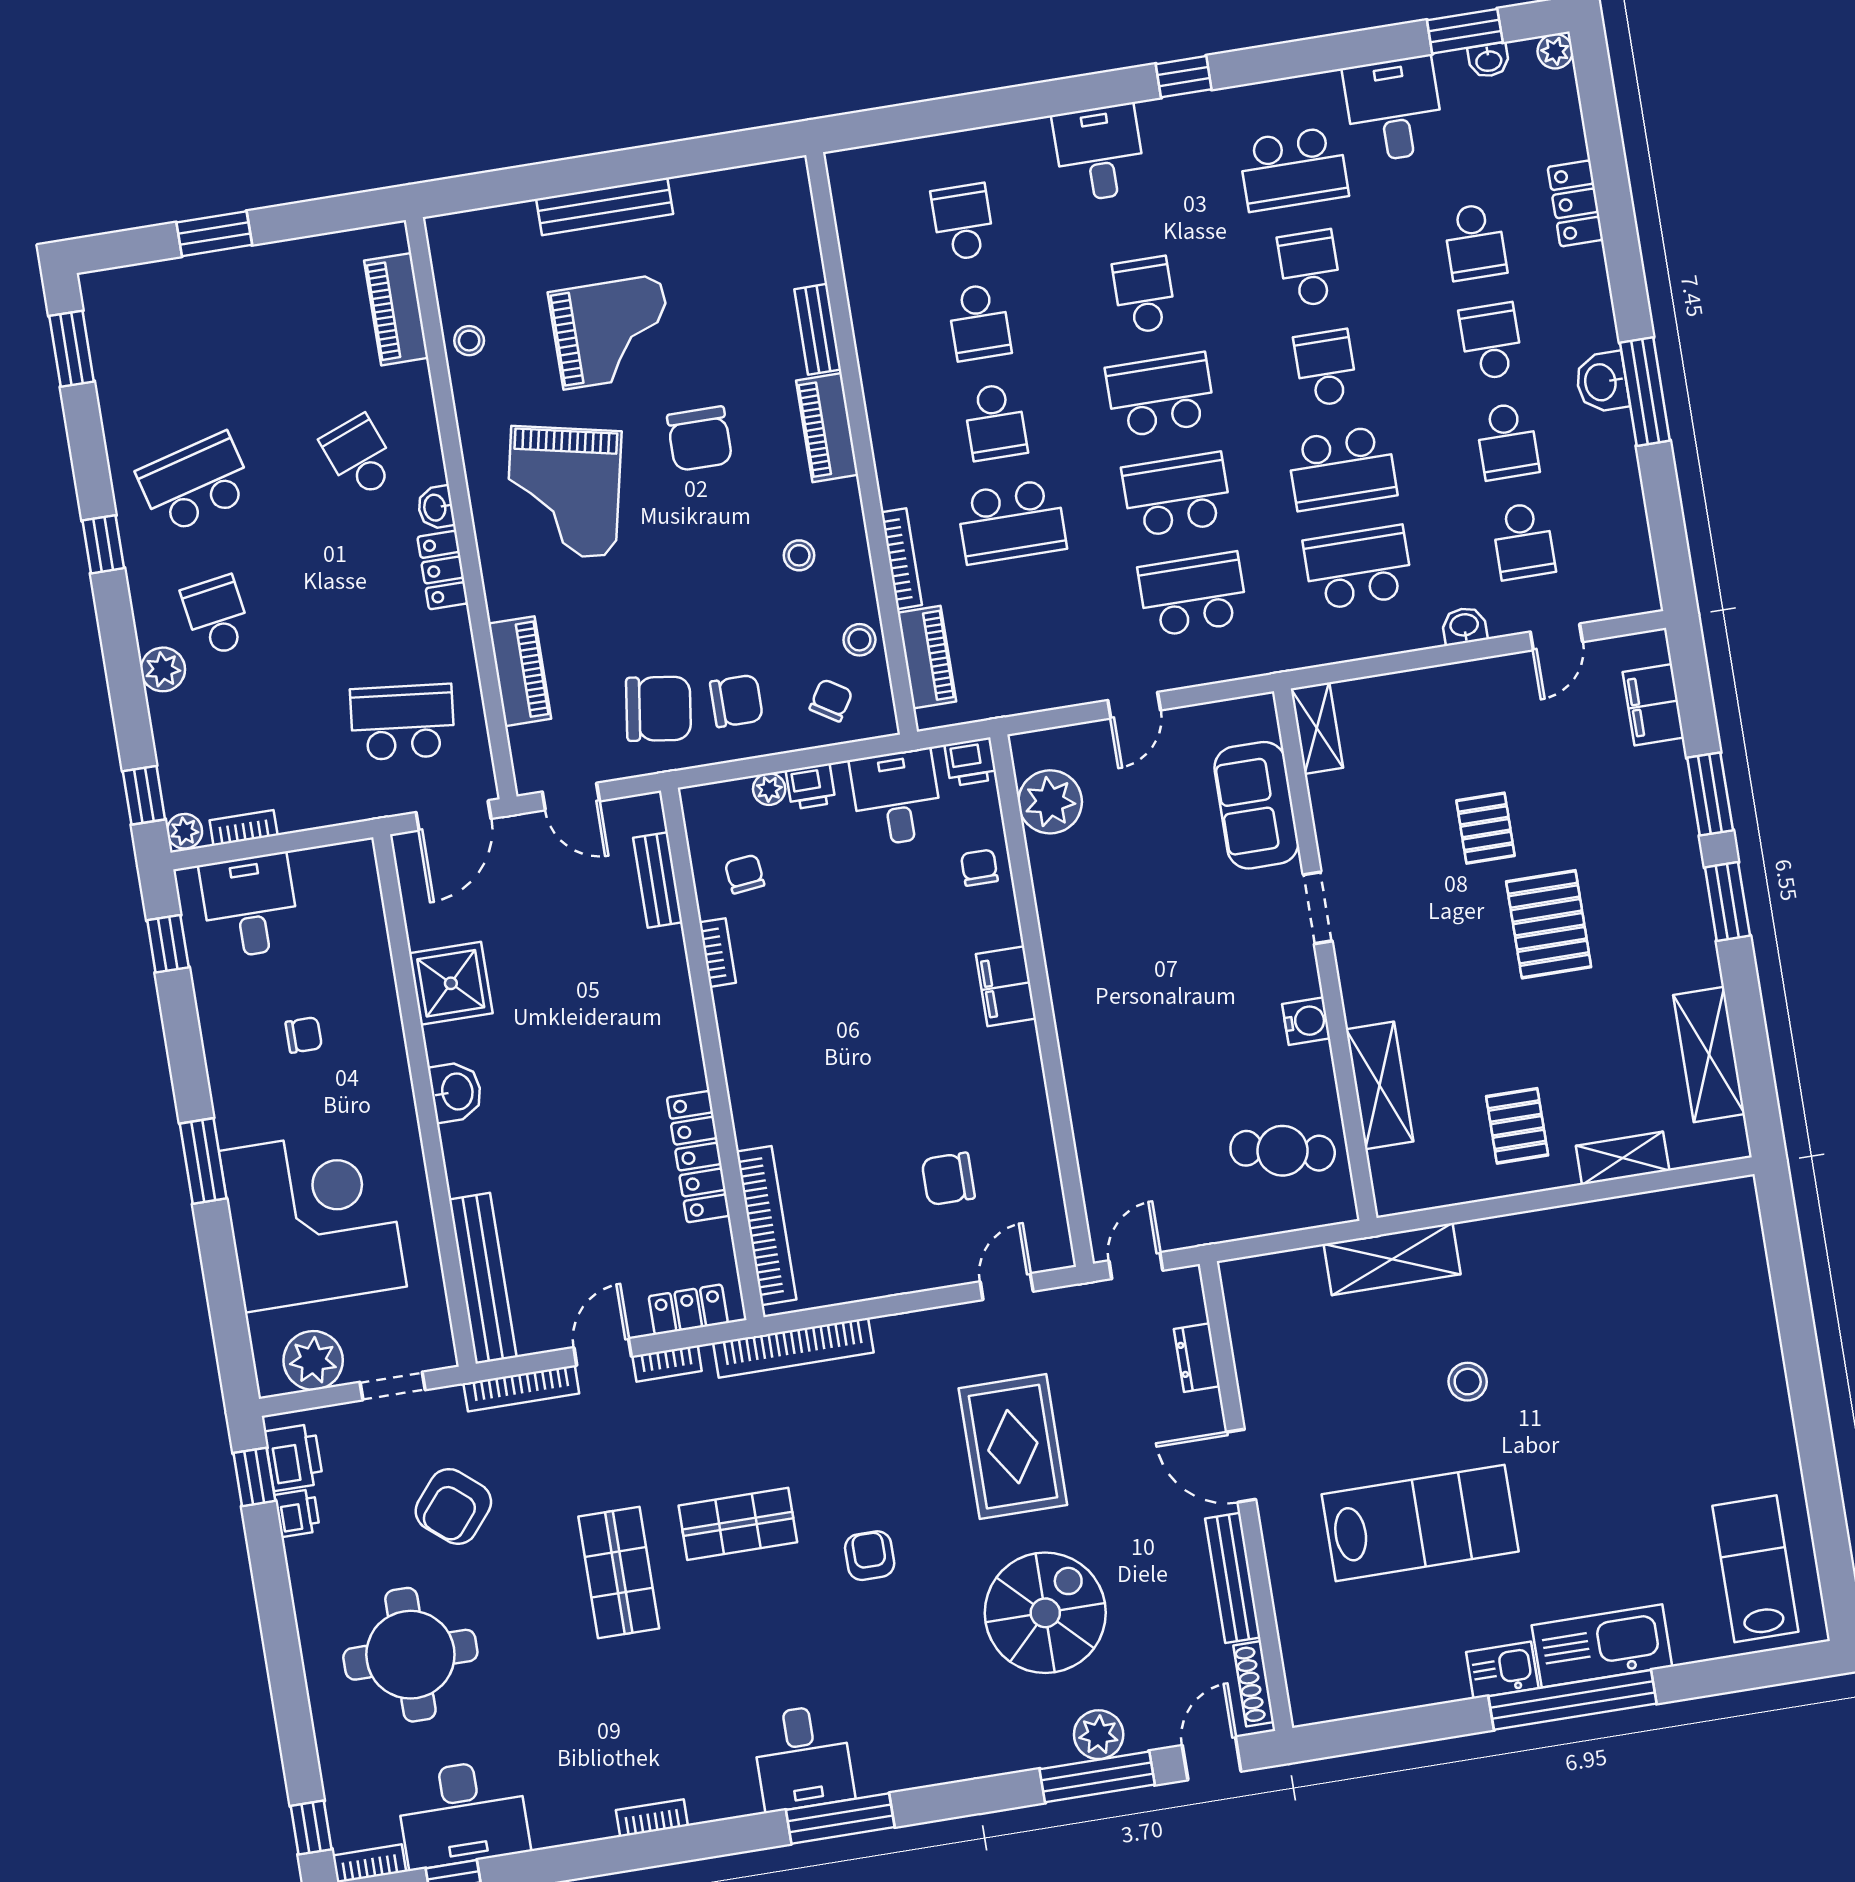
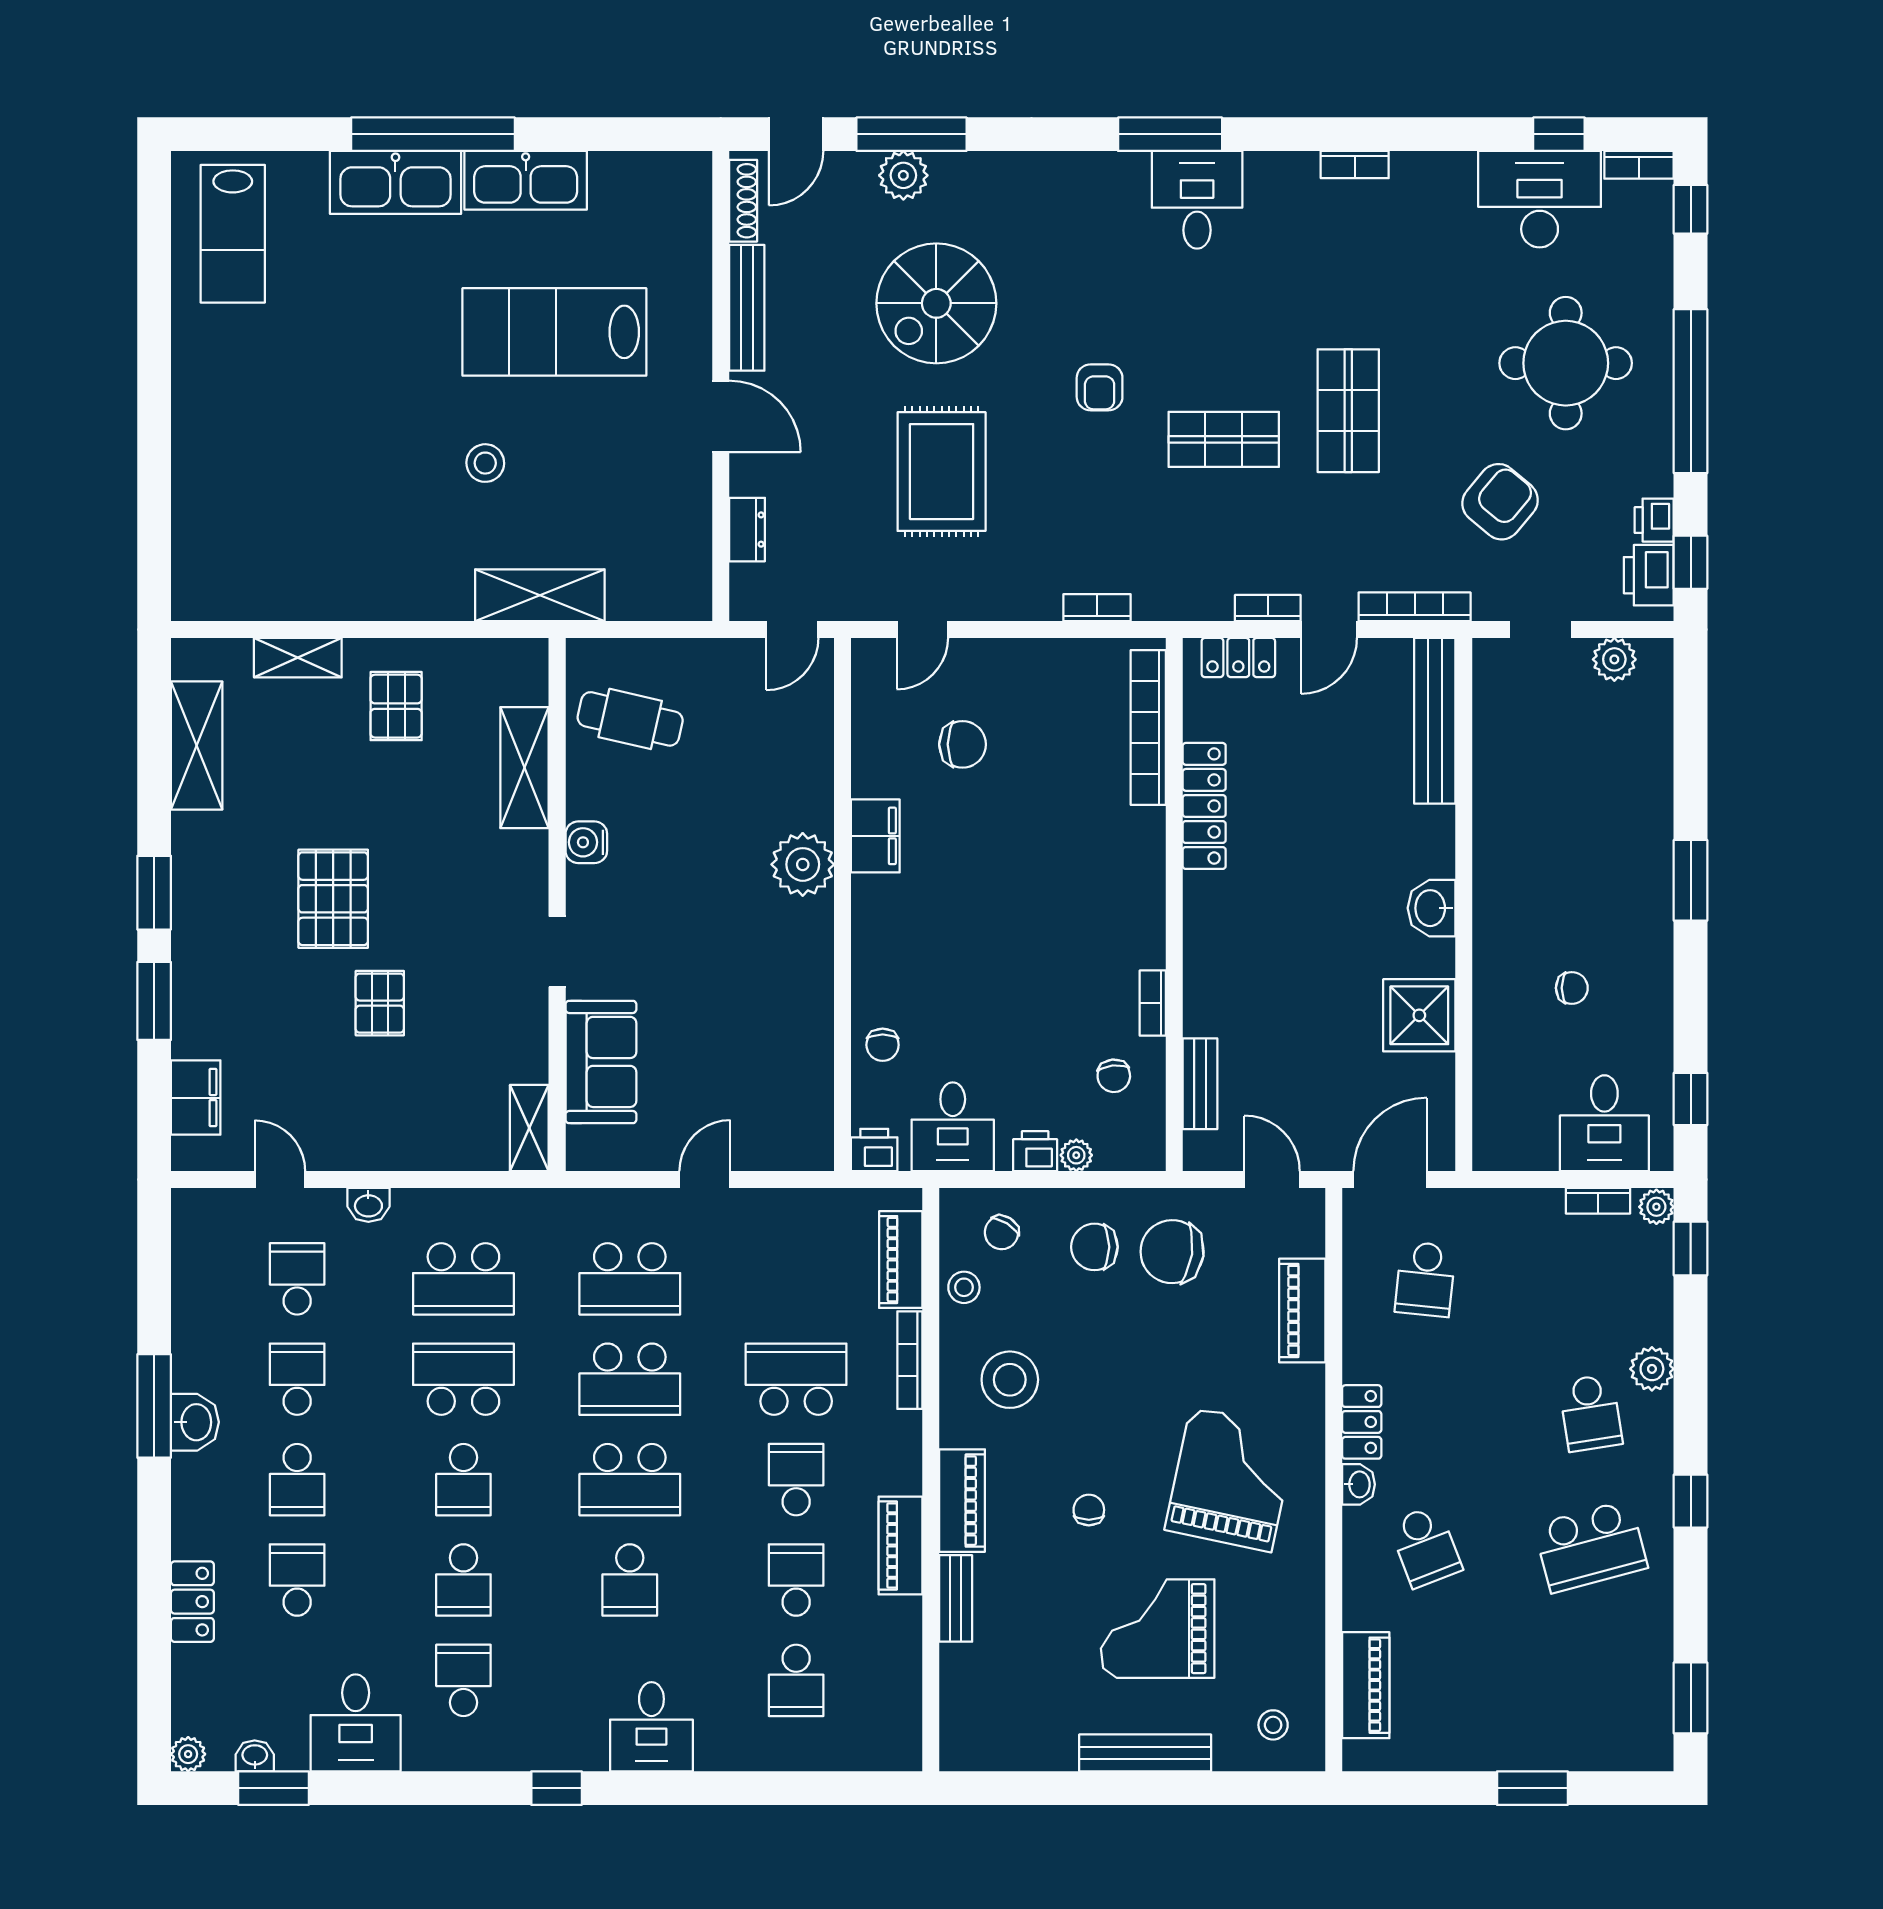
school desk: (1293, 169) -> (463, 1680), width x0.54
stool: (469, 341) -> (1273, 1725), moved
piano: (881, 373) -> (900, 1545), added
chair: (700, 439) -> (1089, 1510), width x0.54, depth x0.54
stool: (799, 555) -> (1010, 1380), width x1.89, depth x1.89
door: (1556, 637) -> (280, 1179), hinge flipped
school desk: (402, 722) -> (1425, 1279), width x0.54
plant: (1050, 802) -> (803, 864), moved
filing cabinet: (1006, 986) -> (875, 836), moved
chair: (304, 1035) -> (1572, 988), turned 180
corner desk: (313, 1219) -> (1592, 806), removed
bookcase: (793, 1348) -> (1097, 608), width x0.43, depth x0.76
plant: (313, 1360) -> (1614, 659), width x0.73, depth x0.73
window: (282, 1647) -> (1691, 391), added
kitchen sink: (1502, 1670) -> (526, 180), width x1.88, depth x1.24

